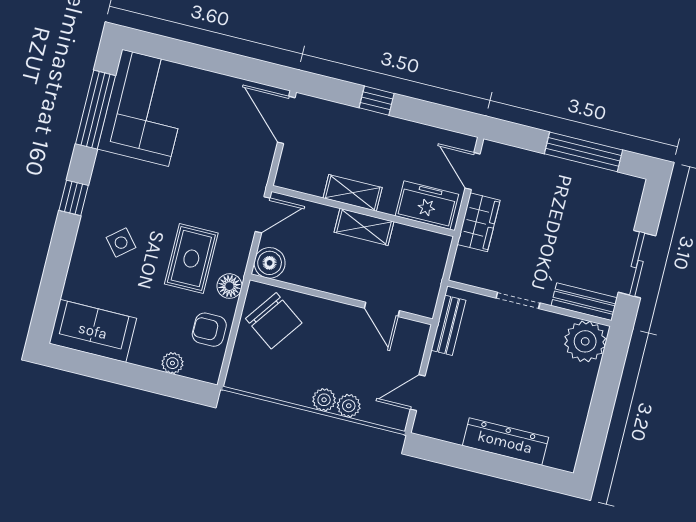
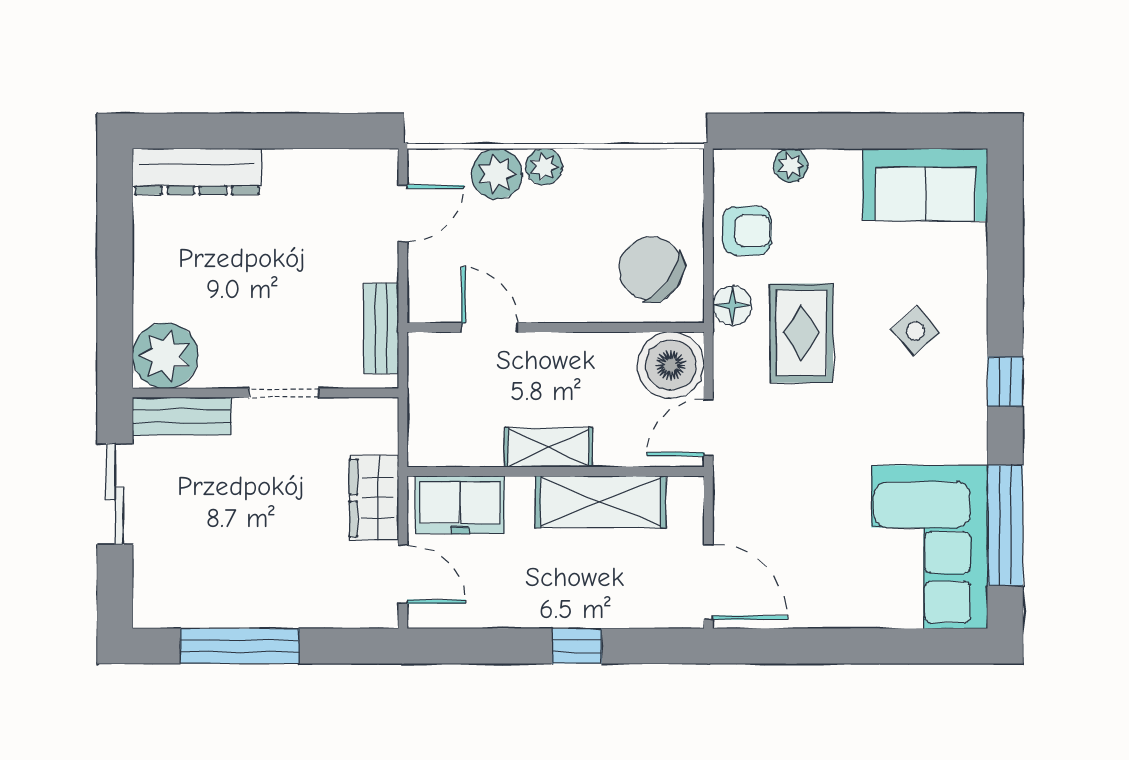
shelving: (353, 193) -> (600, 502), width x1.50, depth x1.33
boiler: (270, 263) -> (671, 365), width x1.37, depth x1.37
plant: (349, 406) -> (497, 174), width x1.38, depth x1.38
dresser: (505, 442) -> (197, 172), moved

